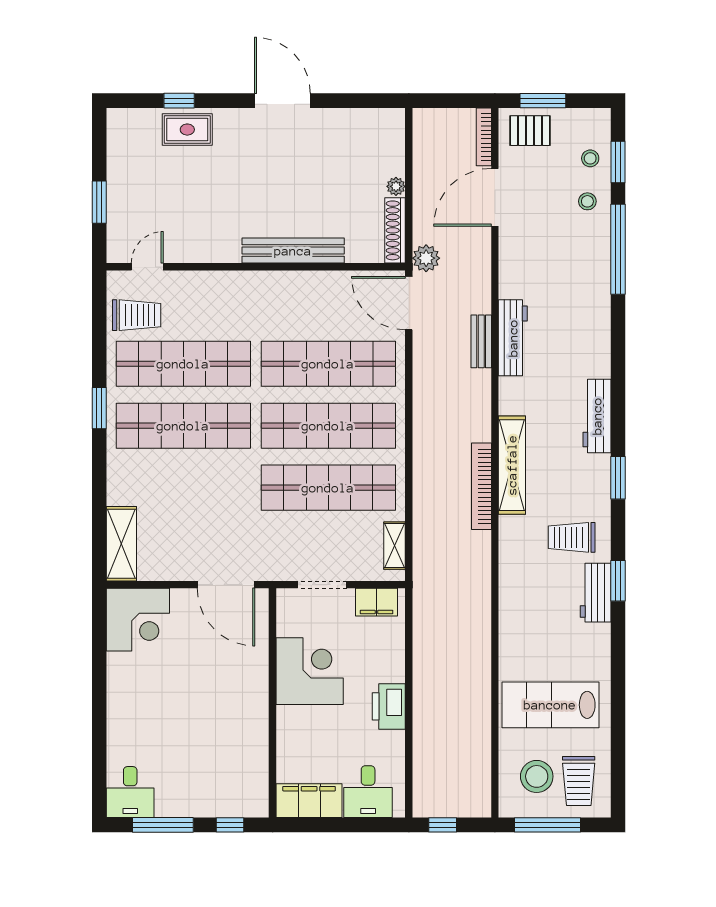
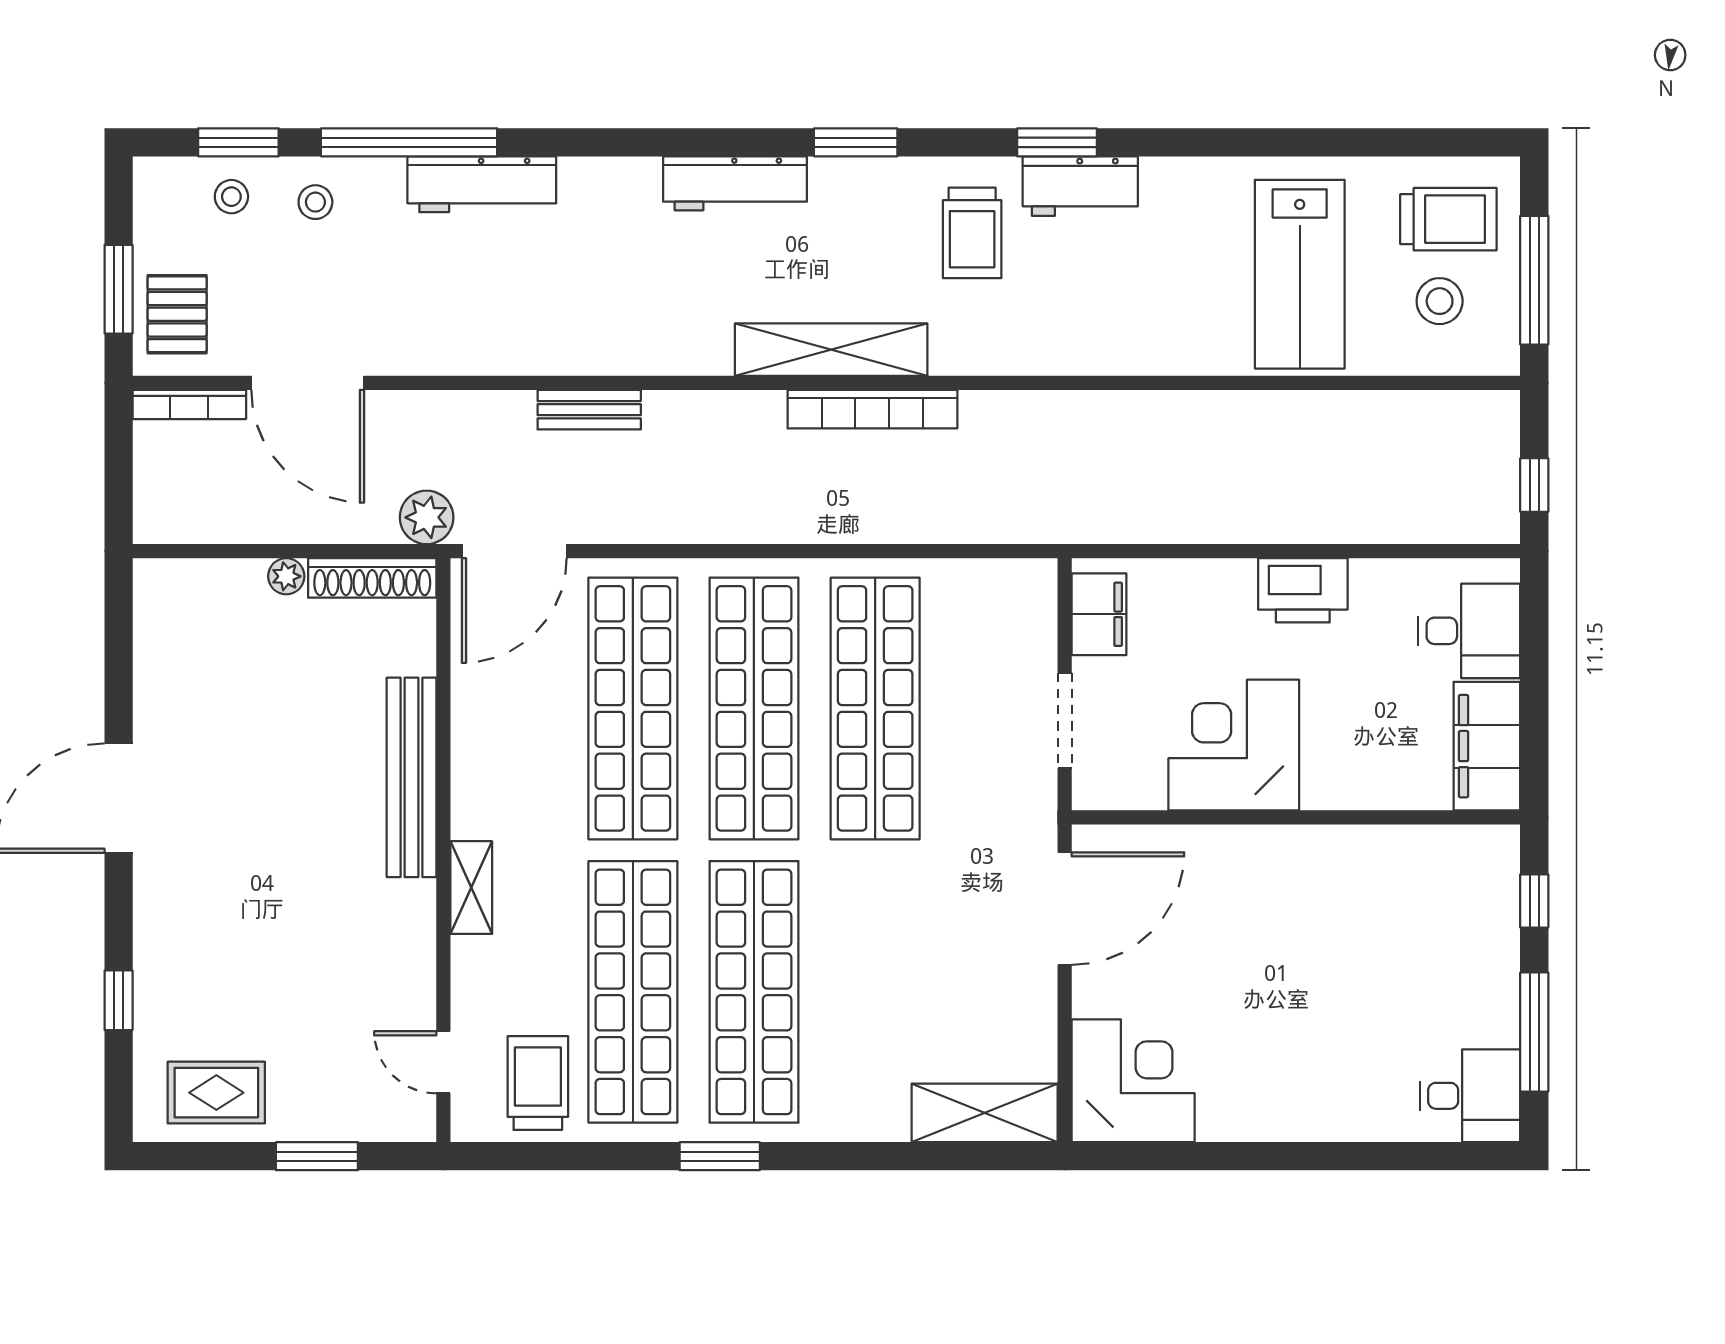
rug: (187, 130) -> (216, 1093), moved, turned 90
workbench: (513, 338) -> (482, 184), moved, turned 180
shelving: (395, 546) -> (471, 888), moved, turned 90
stool: (537, 776) -> (1440, 301), width x0.73, depth x0.73

